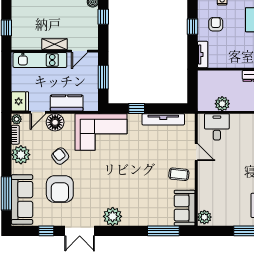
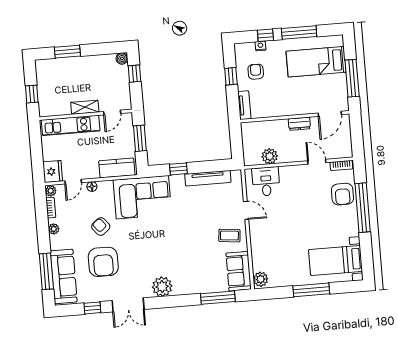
kitchen counter: (67, 103) -> (117, 168), moved
floor lamp: (55, 122) -> (92, 187), width x0.53, depth x0.53
plant: (21, 155) -> (54, 229), width x0.53, depth x0.53

